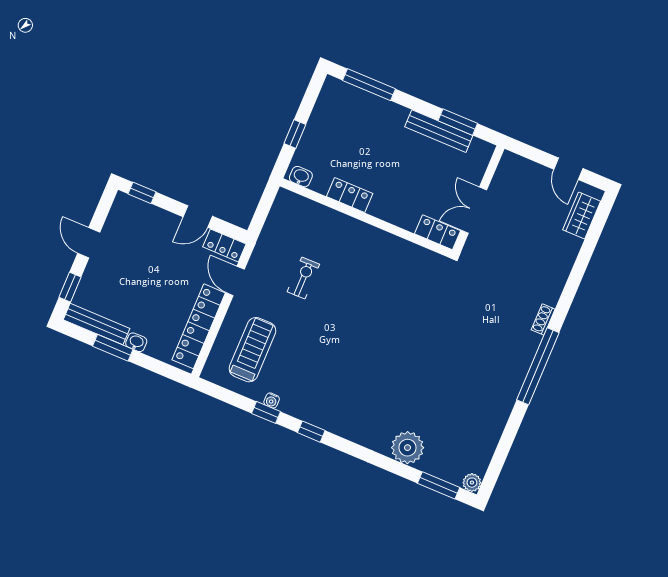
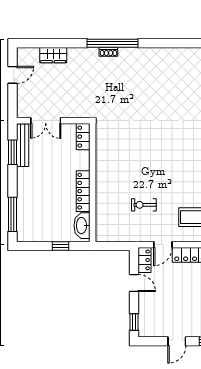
bench: (439, 131) -> (23, 145), moved
washbasin: (301, 177) -> (82, 226), width x1.91, depth x1.45
locker: (350, 195) -> (83, 191), width x1.53
double door: (474, 210) -> (46, 121), moved
wardrobe: (582, 215) -> (53, 55), moved
window: (538, 366) -> (112, 43), moved

